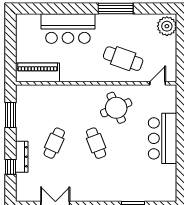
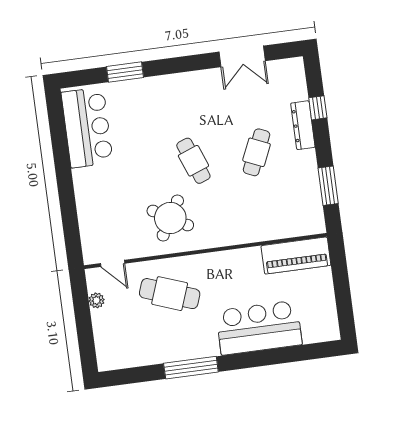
plant: (167, 26) -> (97, 300), moved, width x0.53, depth x0.53
door: (158, 83) -> (113, 263), hinge flipped
round table: (116, 108) -> (170, 218), turned -37
bar counter: (163, 138) -> (87, 127), moved

